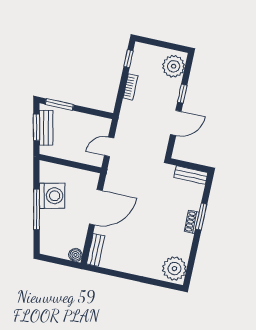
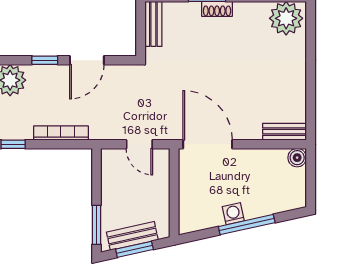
bookcase: (130, 87) -> (61, 133), width x1.56
door: (176, 123) -> (87, 60), swing flipped
washing machine: (52, 196) -> (233, 214), width x0.53, depth x0.53
door: (96, 207) -> (208, 144), moved

